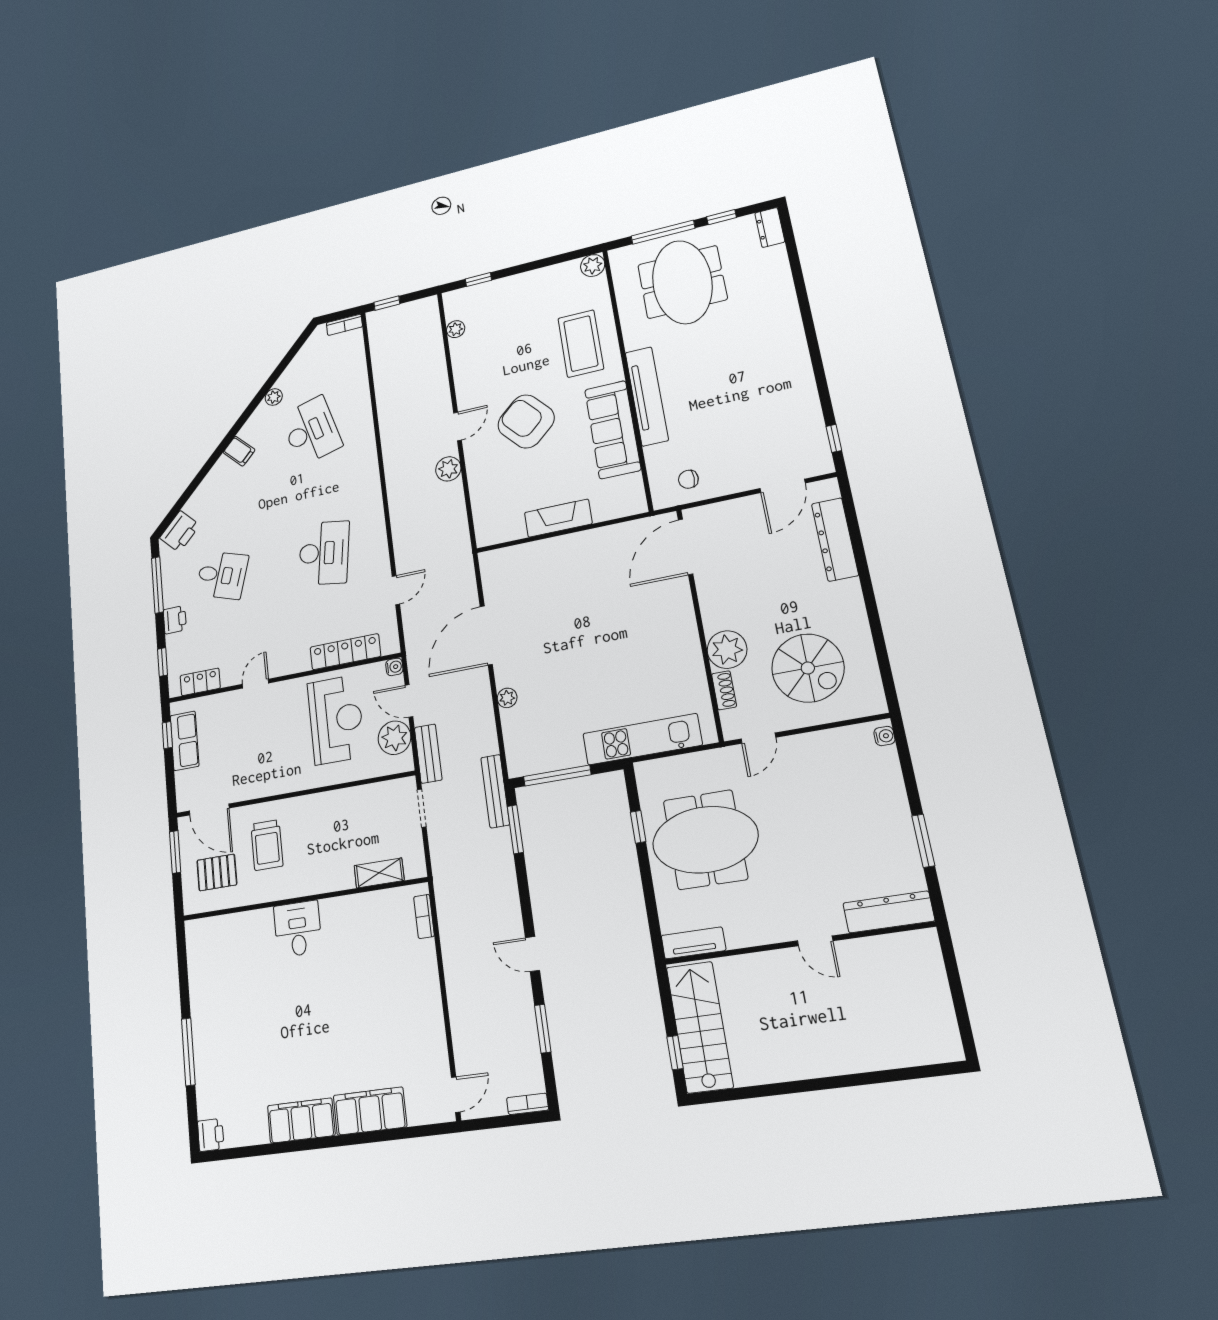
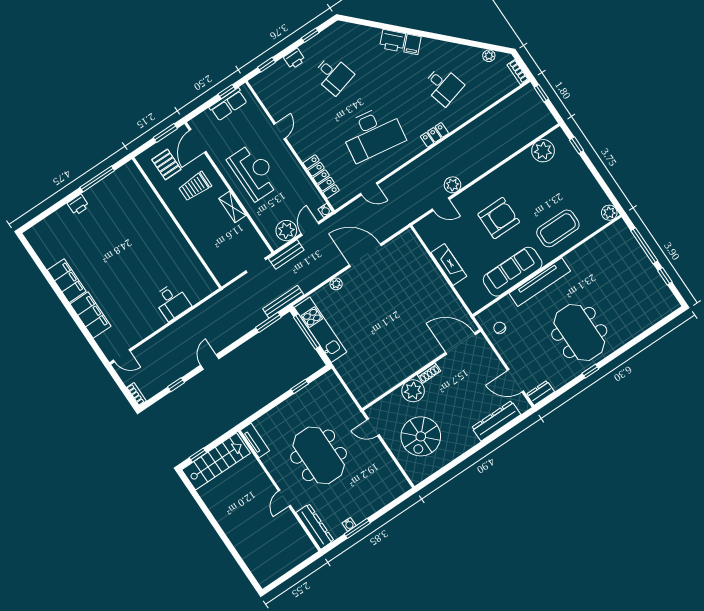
dresser: (770, 227) -> (540, 393), moved
meeting table: (682, 282) -> (579, 333), moved, turned 90
plant: (456, 329) -> (543, 151), width x1.88, depth x1.88
plant: (274, 397) -> (489, 56), moved
armchair: (526, 421) -> (499, 218), turned 42
door: (458, 427) -> (441, 204), moved
desk: (311, 431) -> (443, 86), width x0.73
window: (834, 438) -> (590, 371), moved
printer: (180, 532) -> (393, 41), moved
desk: (324, 553) -> (373, 133), width x1.36, depth x1.30
desk: (222, 575) -> (333, 75), turned -33
window: (157, 585) -> (310, 35), width x0.46
locker: (200, 682) -> (434, 135), moved, turned -90
door: (255, 684) -> (280, 131), hinge flipped
shoe rack: (724, 690) -> (429, 373), moved
reception desk: (336, 720) -> (254, 172), moved, turned -90
water cooler: (884, 736) -> (349, 524), moved
kitchen unit: (642, 739) -> (320, 330), moved
meeting table: (705, 840) -> (319, 455), moved
shelving: (379, 873) -> (232, 207), moved
bookcase: (424, 916) -> (200, 295), removed
desk: (298, 929) -> (172, 302), moved, turned 90
window: (543, 1029) -> (176, 385), width x0.67
window: (188, 1052) -> (97, 179), moved
printer: (211, 1135) -> (78, 205), moved

